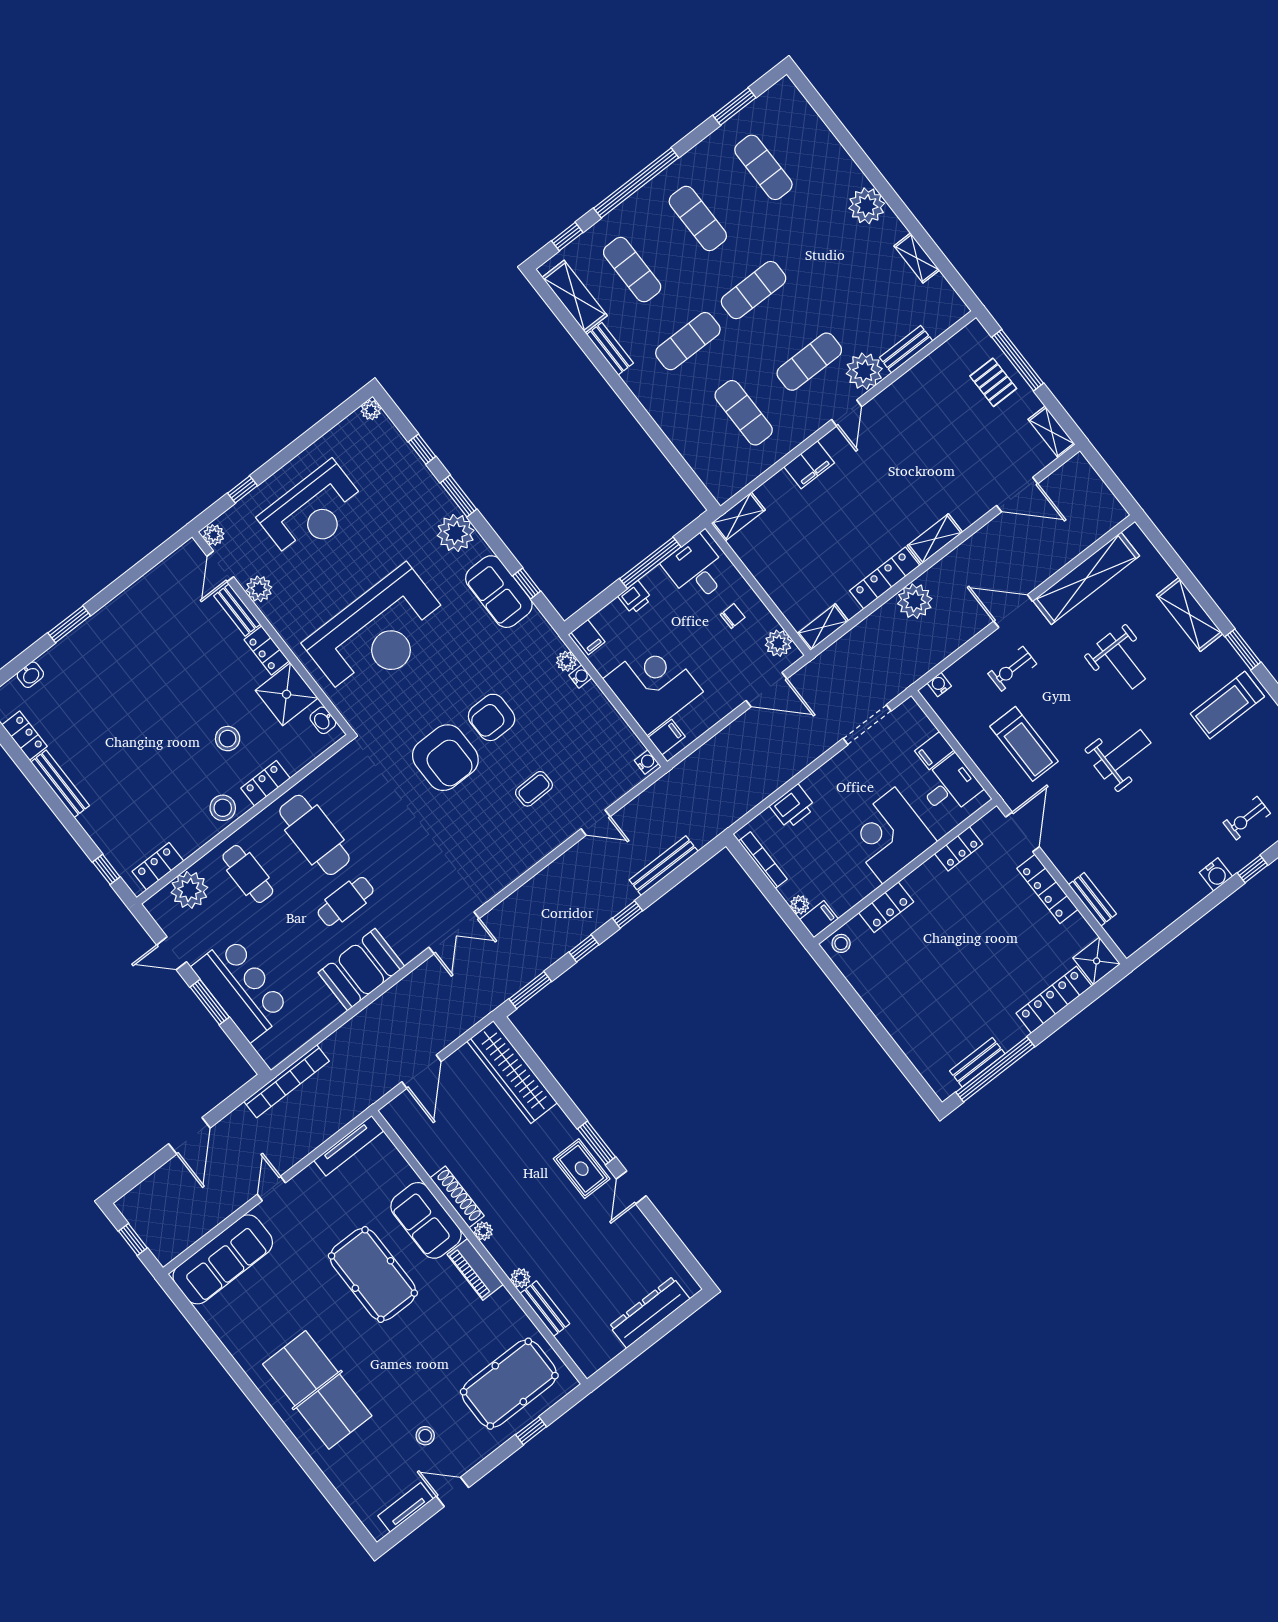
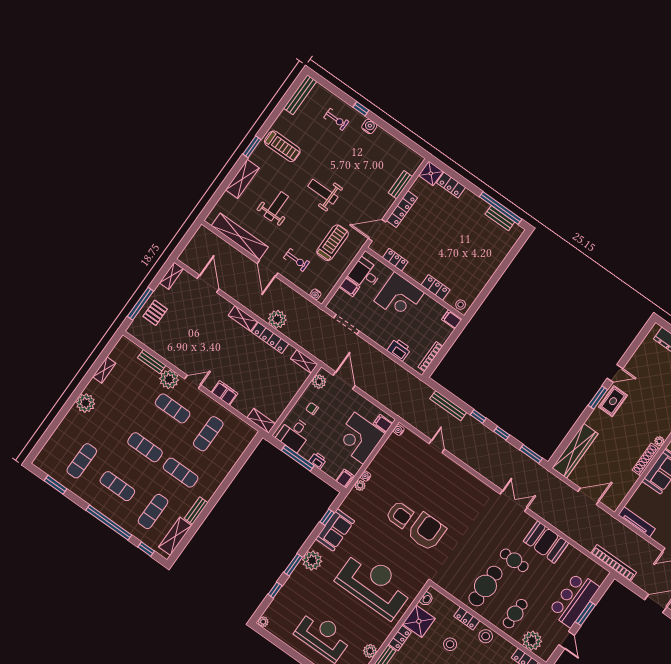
exercise mat: (698, 218) -> (117, 486), turned 90
coffee table: (534, 789) -> (429, 482), removed
plant: (800, 905) -> (447, 331), removed
locker: (1054, 1000) -> (451, 185), width x0.66

